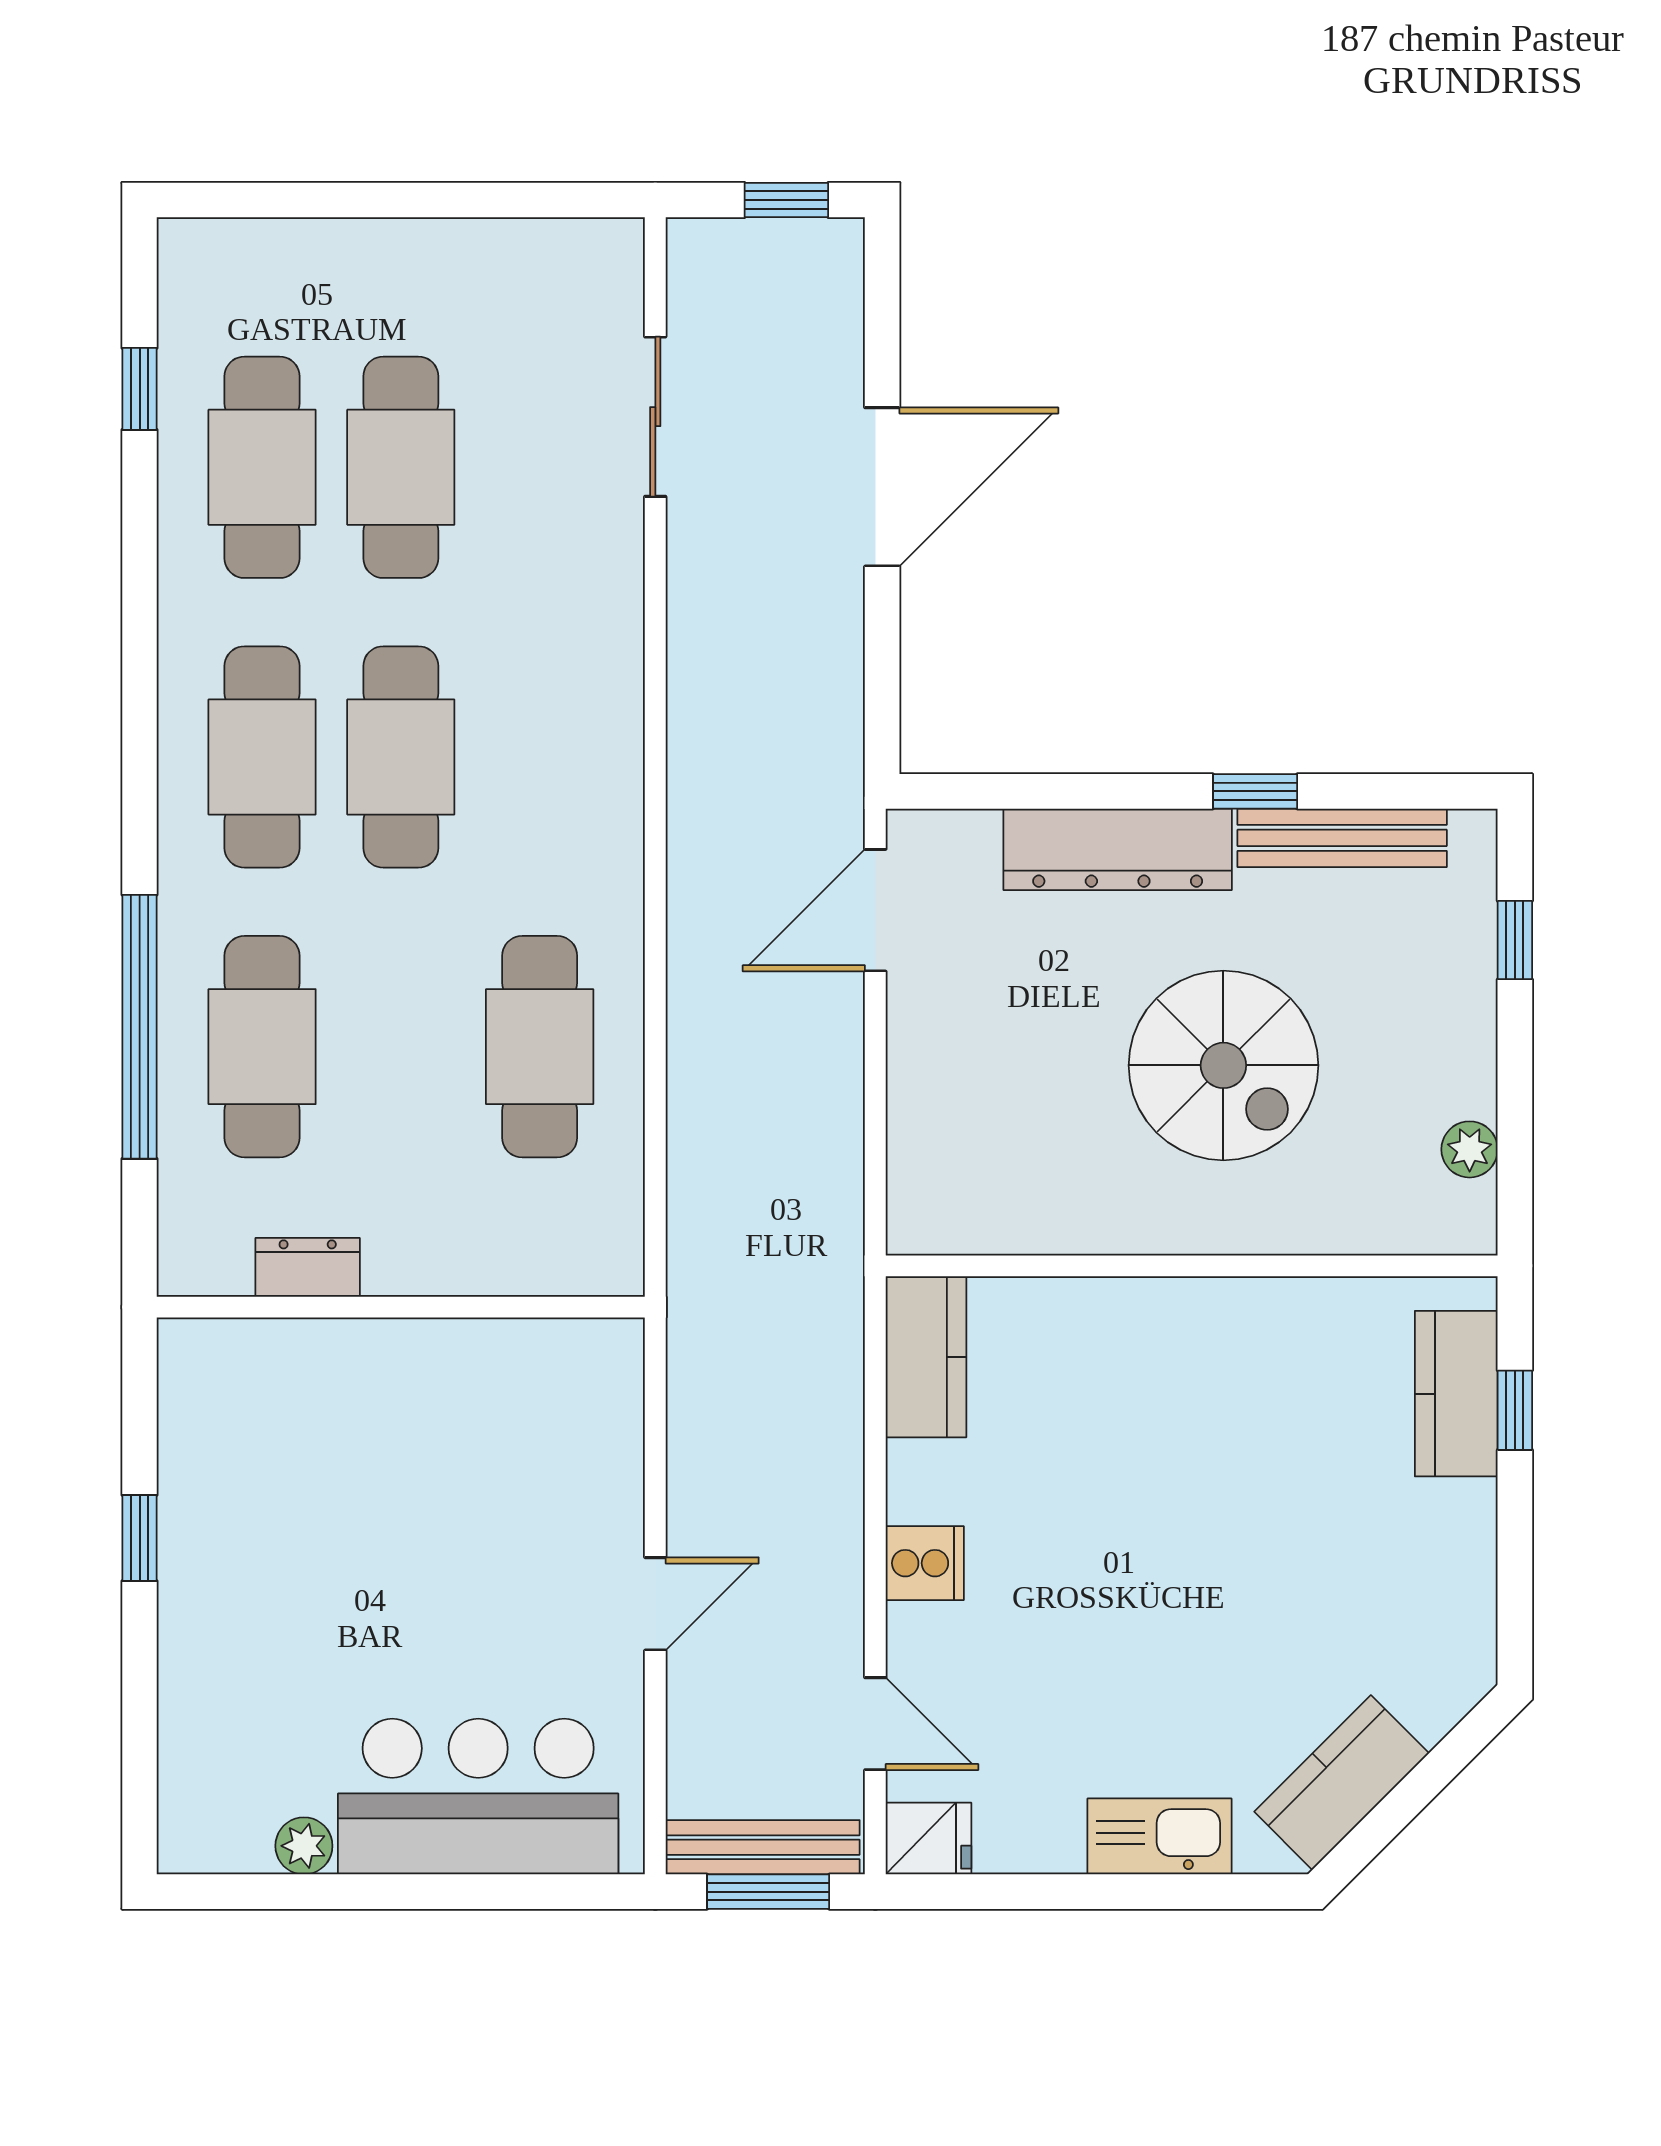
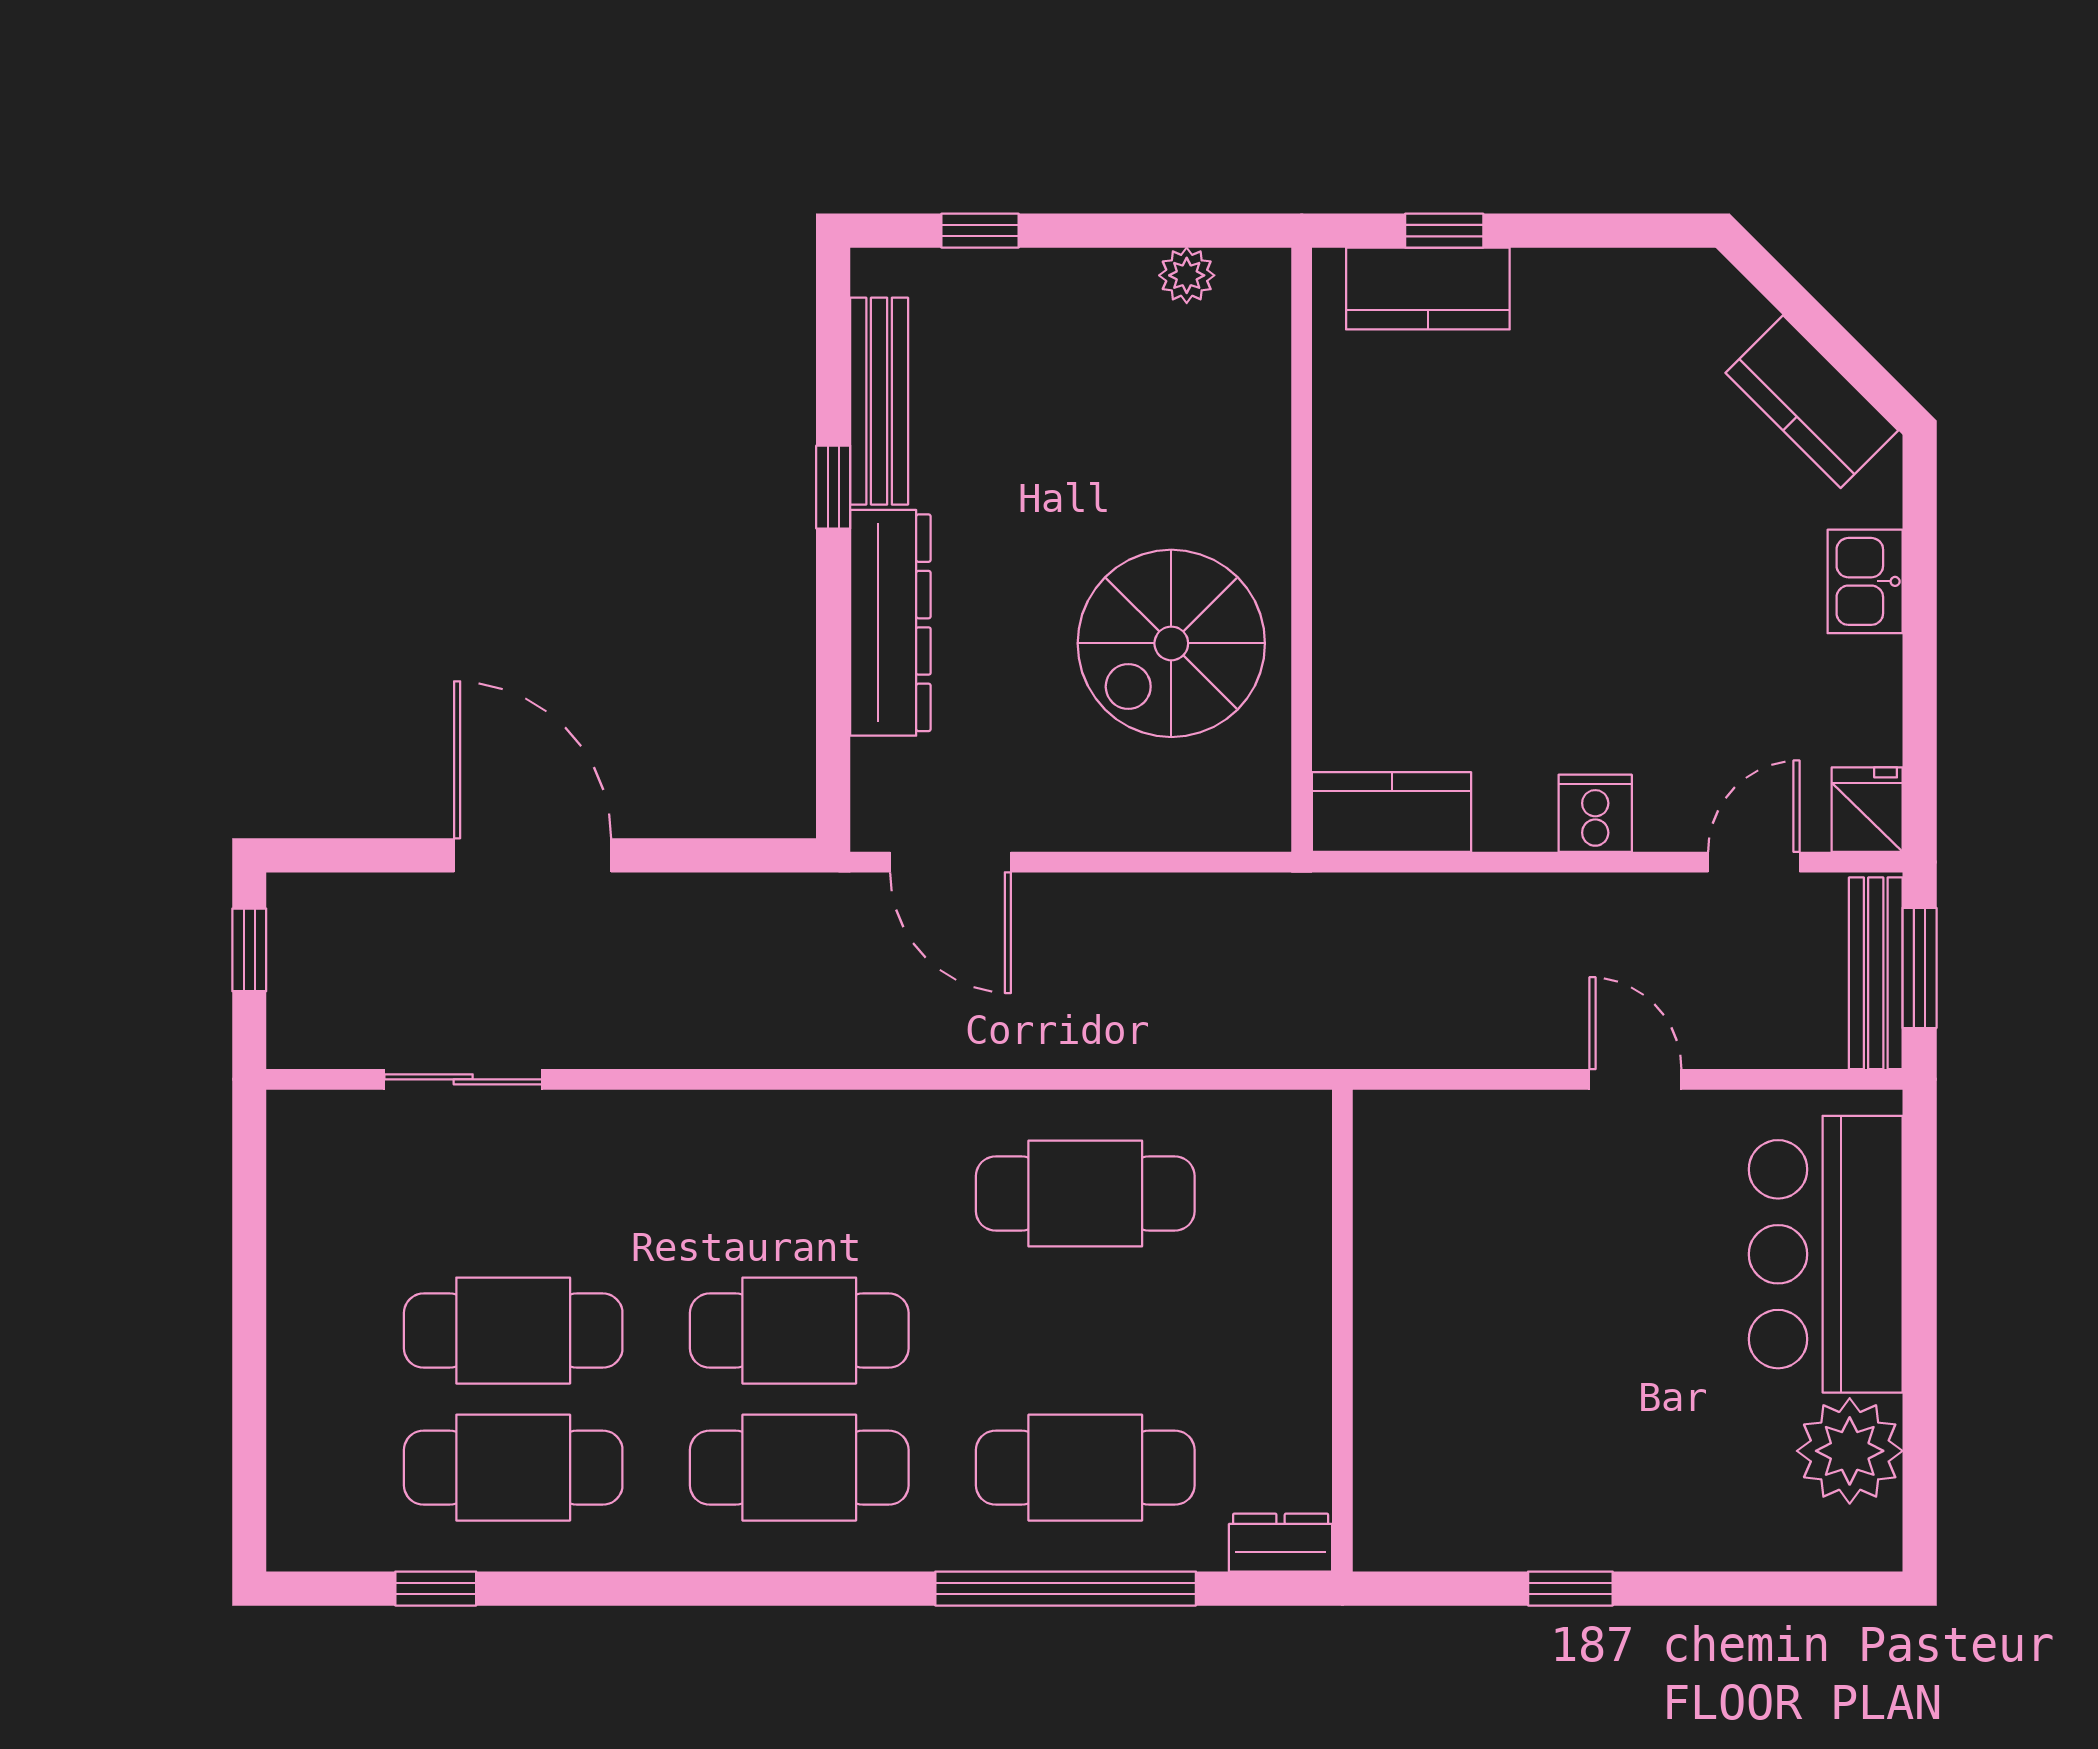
spiral stairs: (1223, 1065) -> (1171, 643), moved, turned 180
dresser: (308, 1267) -> (1281, 1543), moved, turned 90
kitchen sink: (1160, 1836) -> (1865, 581), width x0.73
plant: (304, 1846) -> (1850, 1451), width x1.88, depth x1.88

